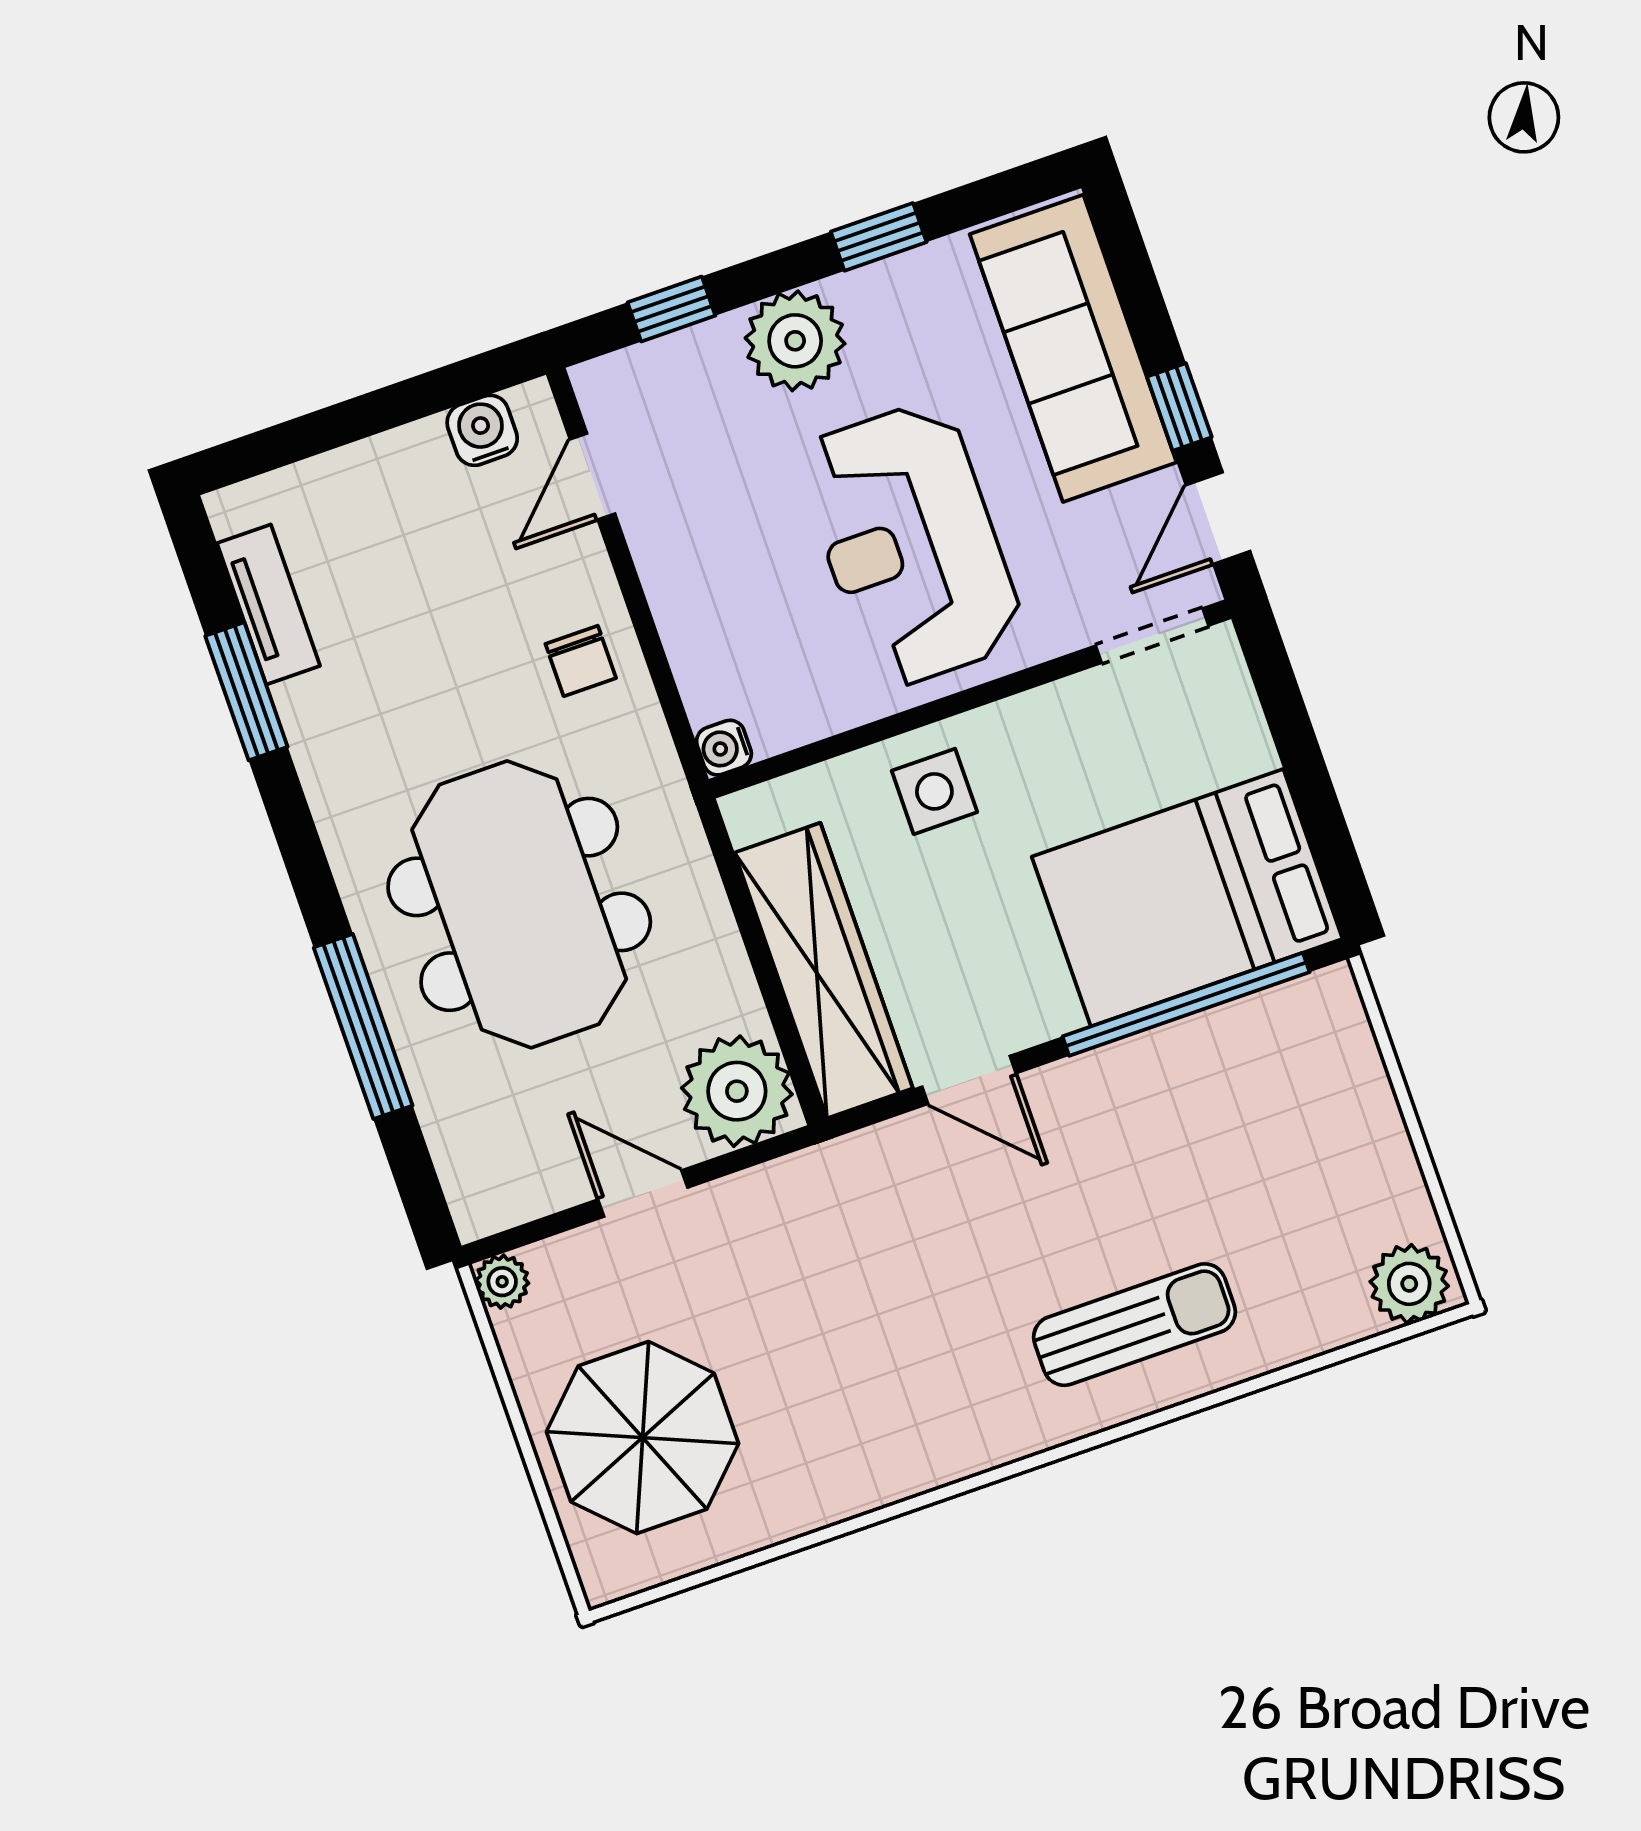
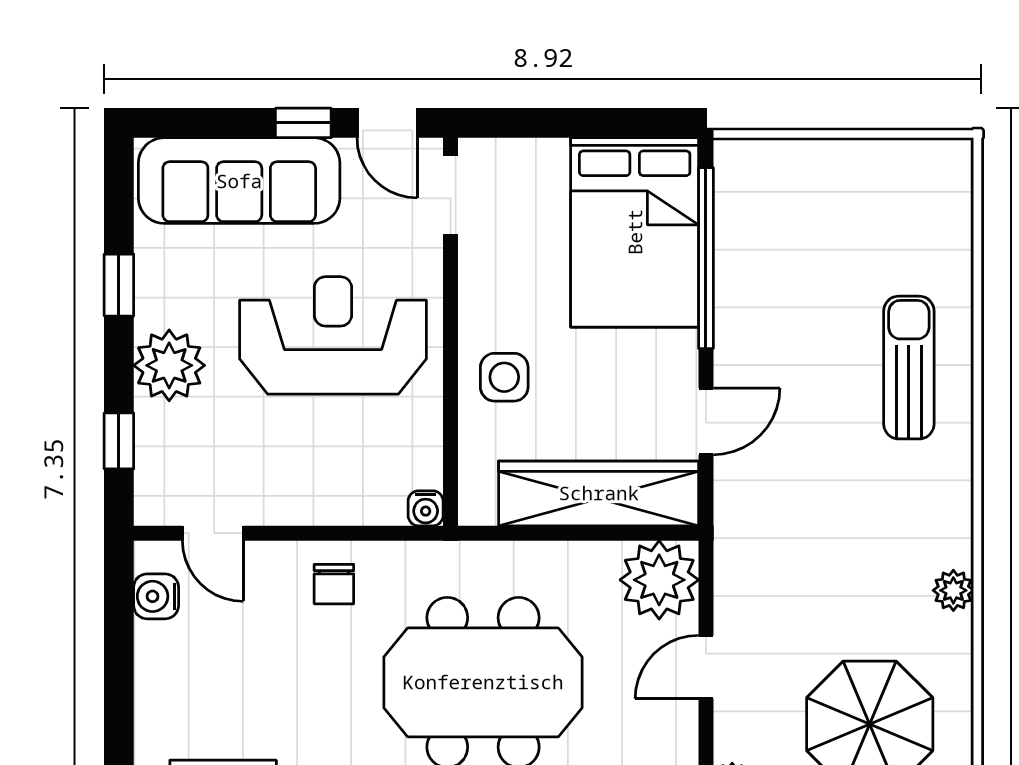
reception desk: (911, 545) -> (333, 335), turned 180
chair: (581, 661) -> (334, 584), turned 90
plant: (1409, 1284) -> (953, 590), moved, width x0.73, depth x0.73

